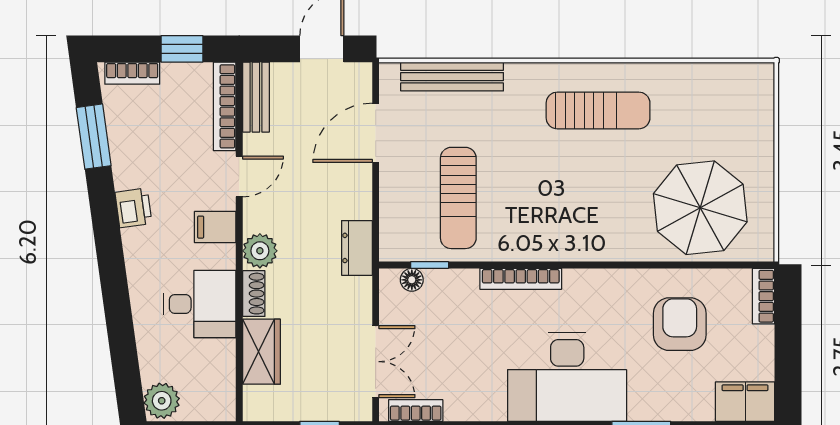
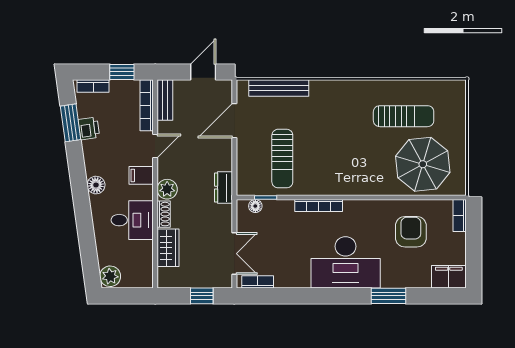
sun lounger: (598, 110) -> (404, 116), moved
printer: (133, 208) -> (89, 128), moved
floor lamp: (137, 244) -> (96, 185), added

